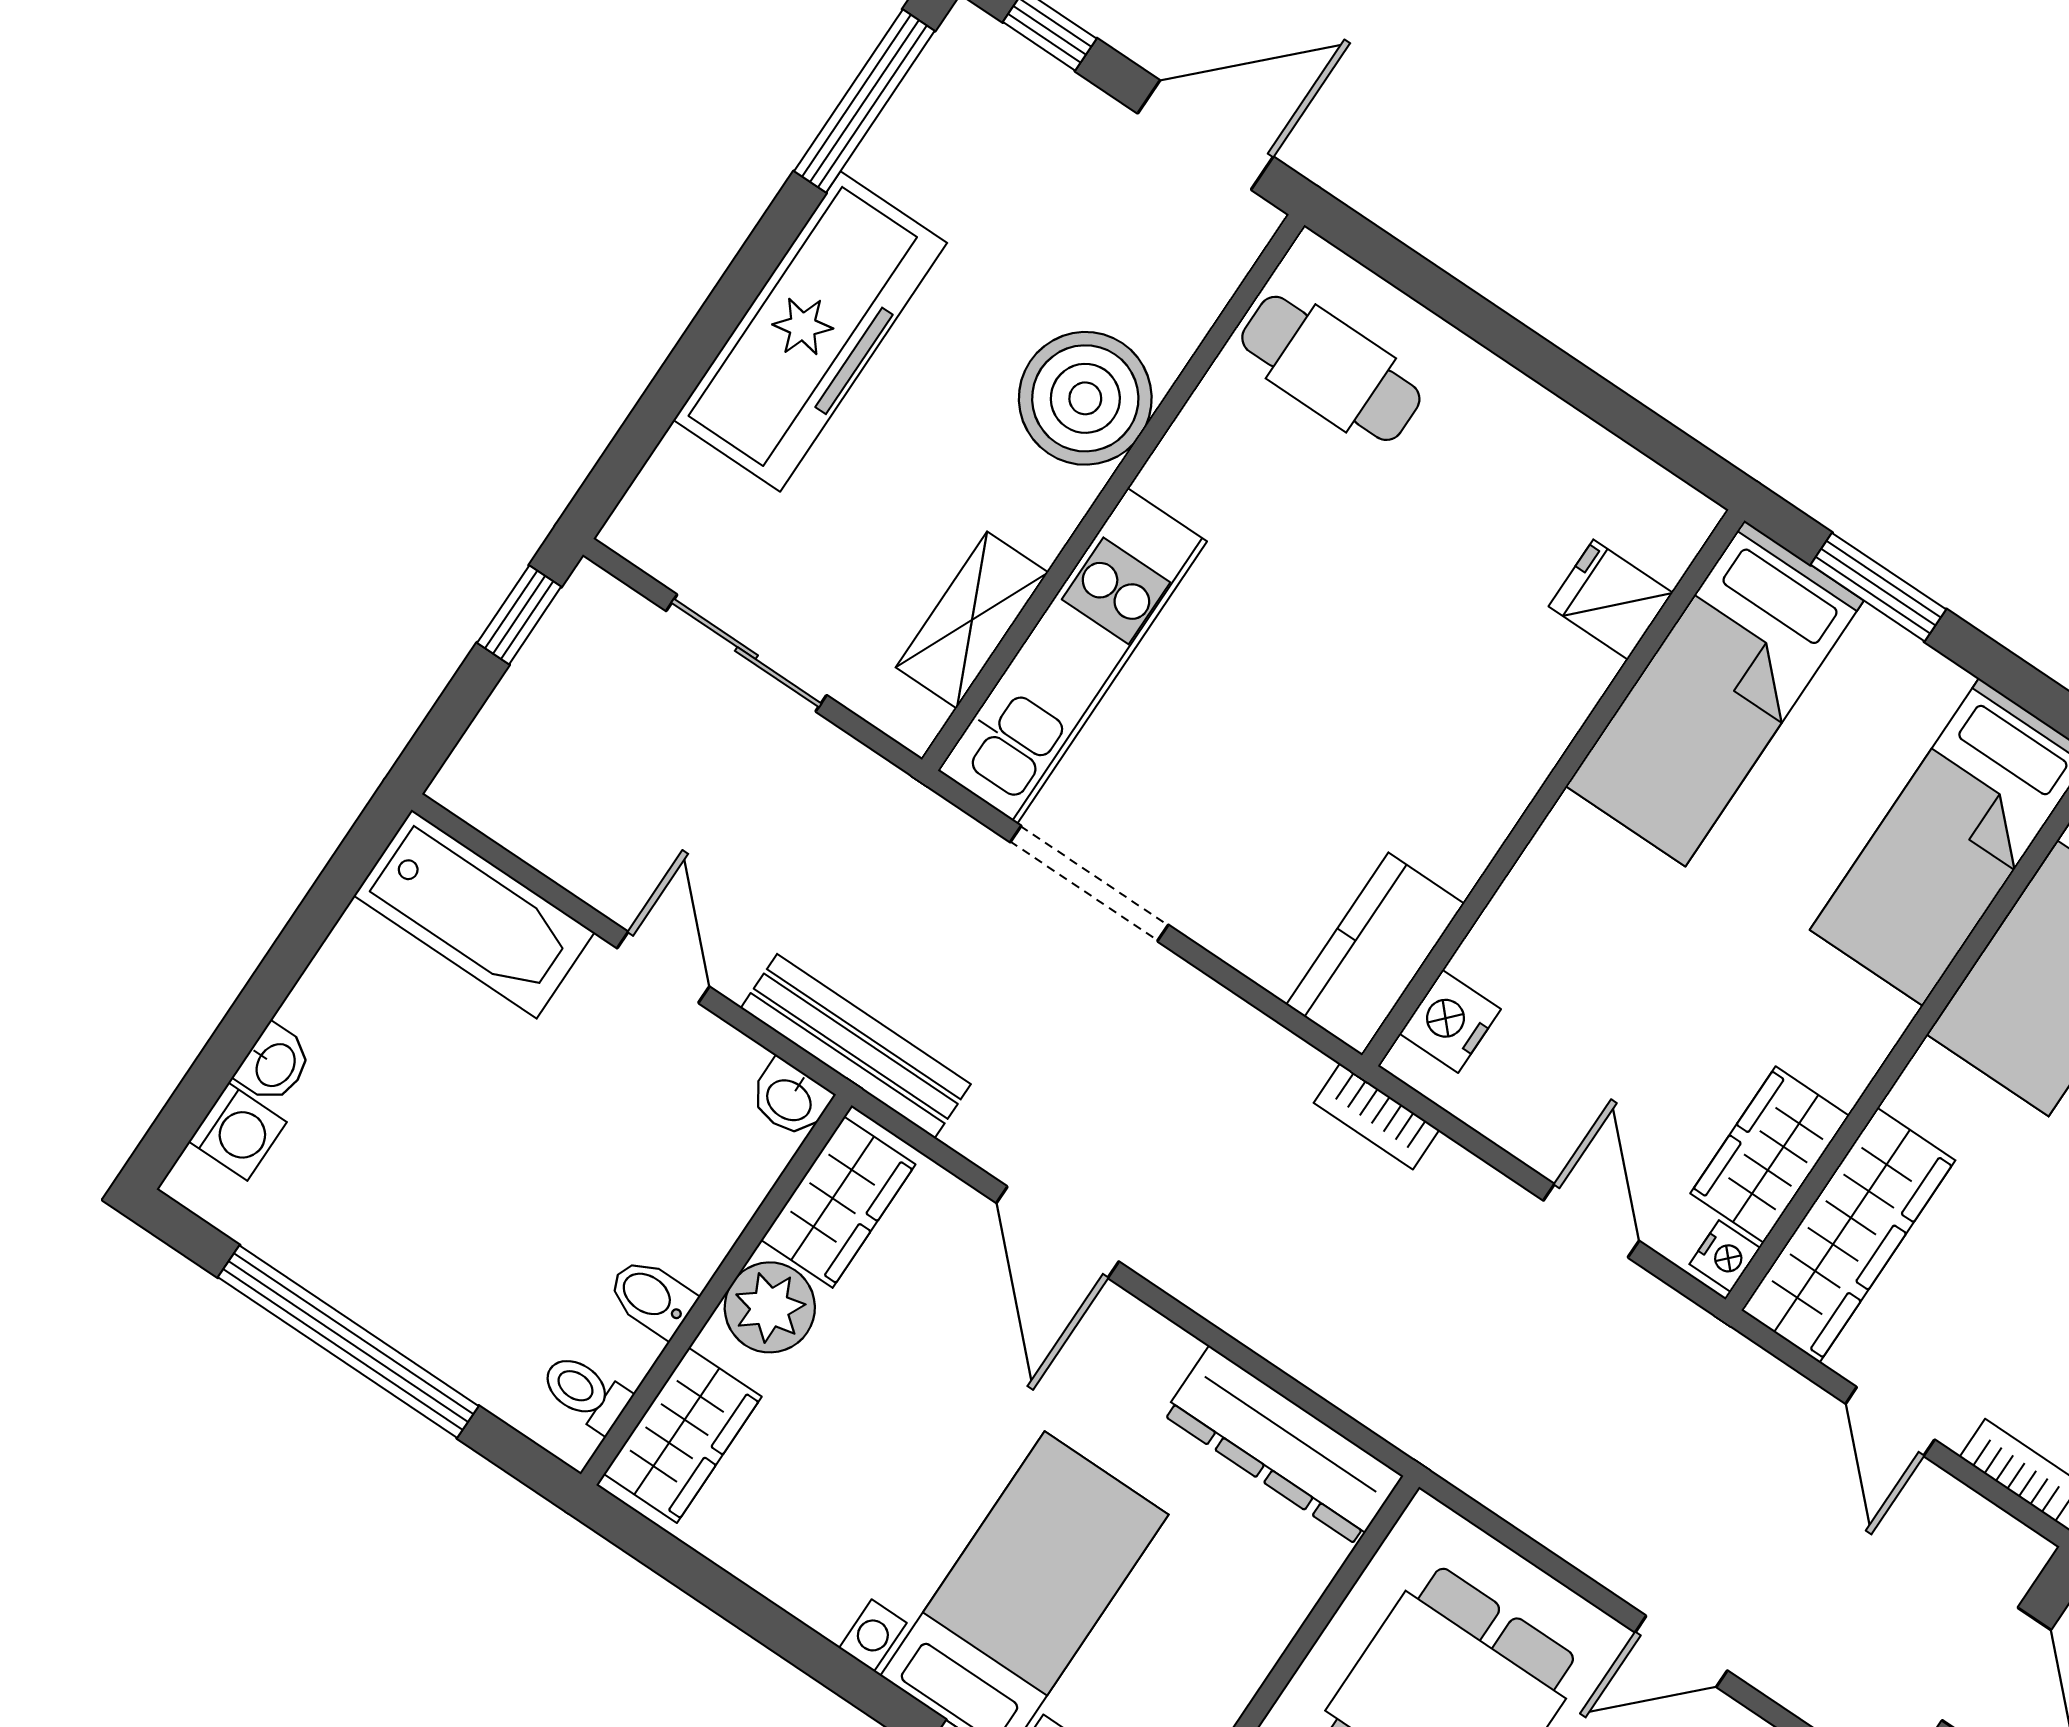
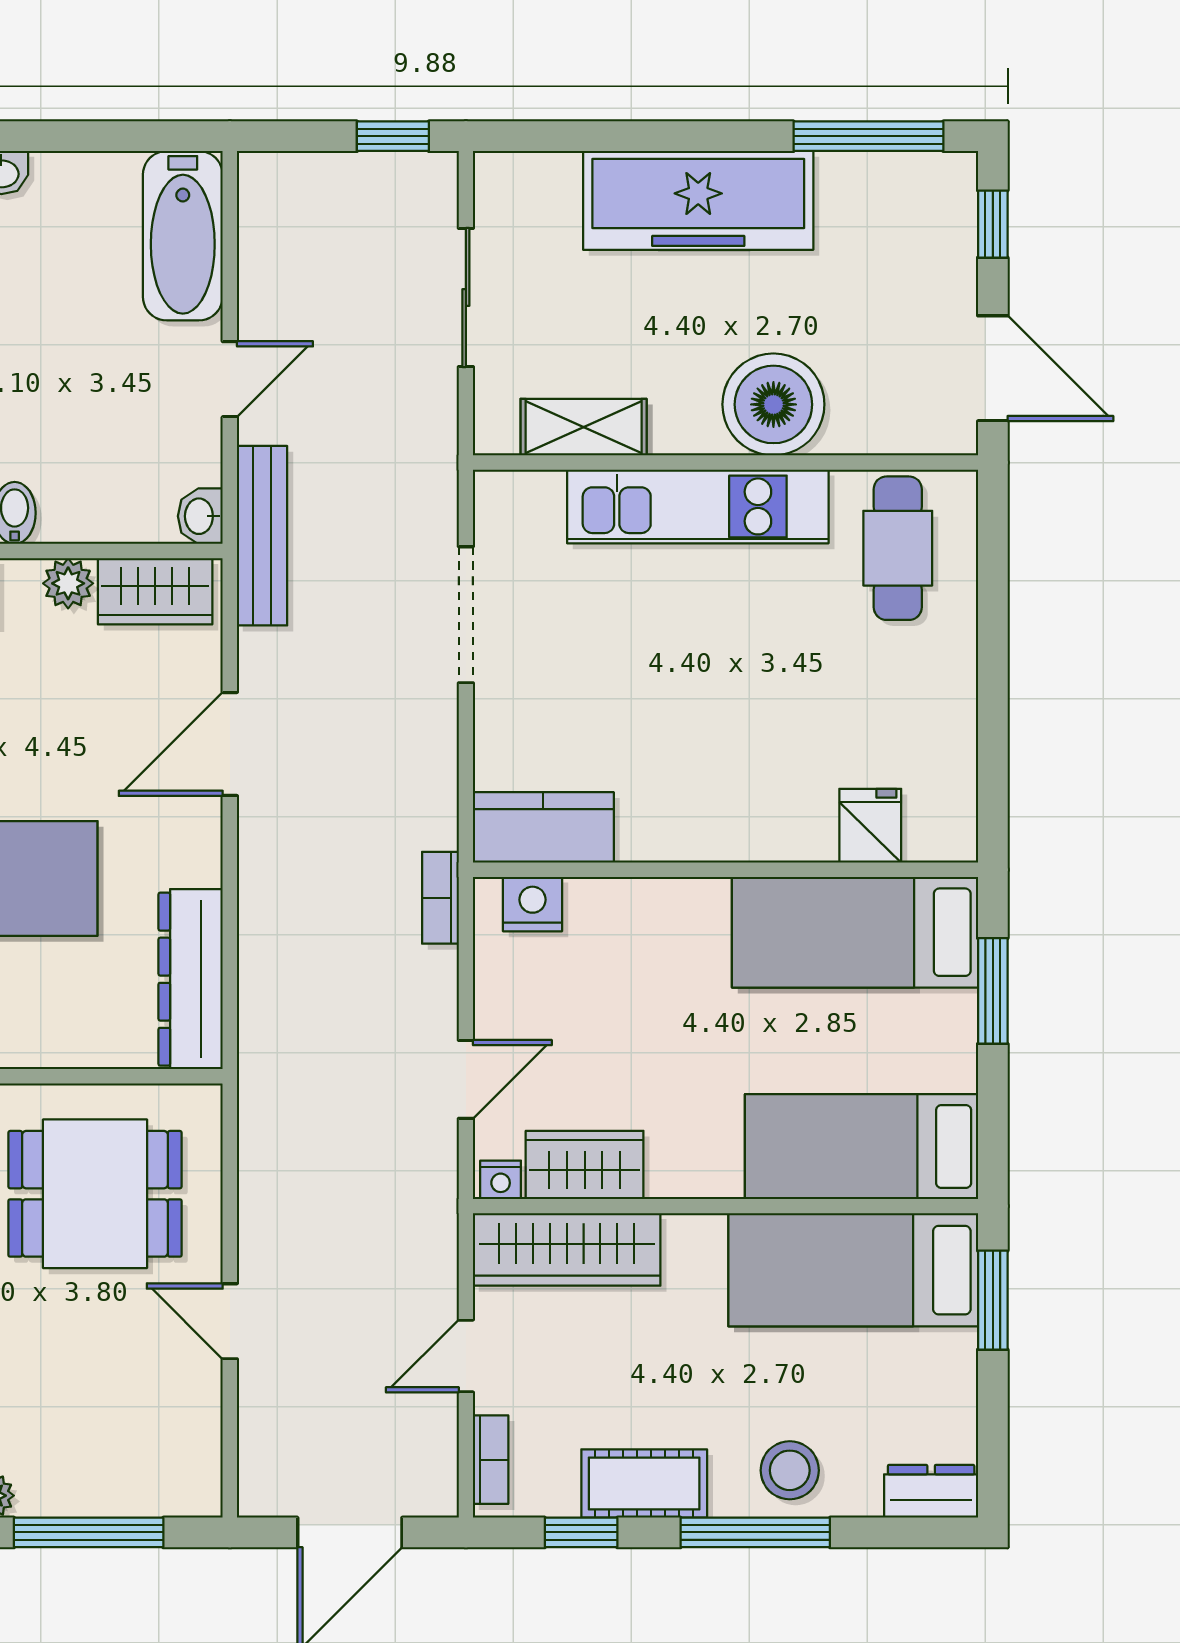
kitchen unit: (1072, 656) -> (698, 506), moved
plant: (770, 1307) -> (68, 583), width x0.73, depth x0.73

